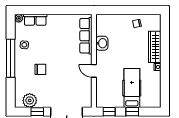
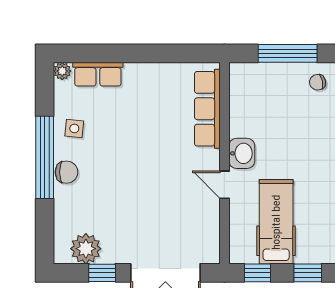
window: (123, 10) -> (288, 53), added
washbasin: (102, 43) -> (242, 153), moved
chair: (40, 69) -> (66, 172), moved
hospital bed: (132, 88) -> (276, 222), moved

